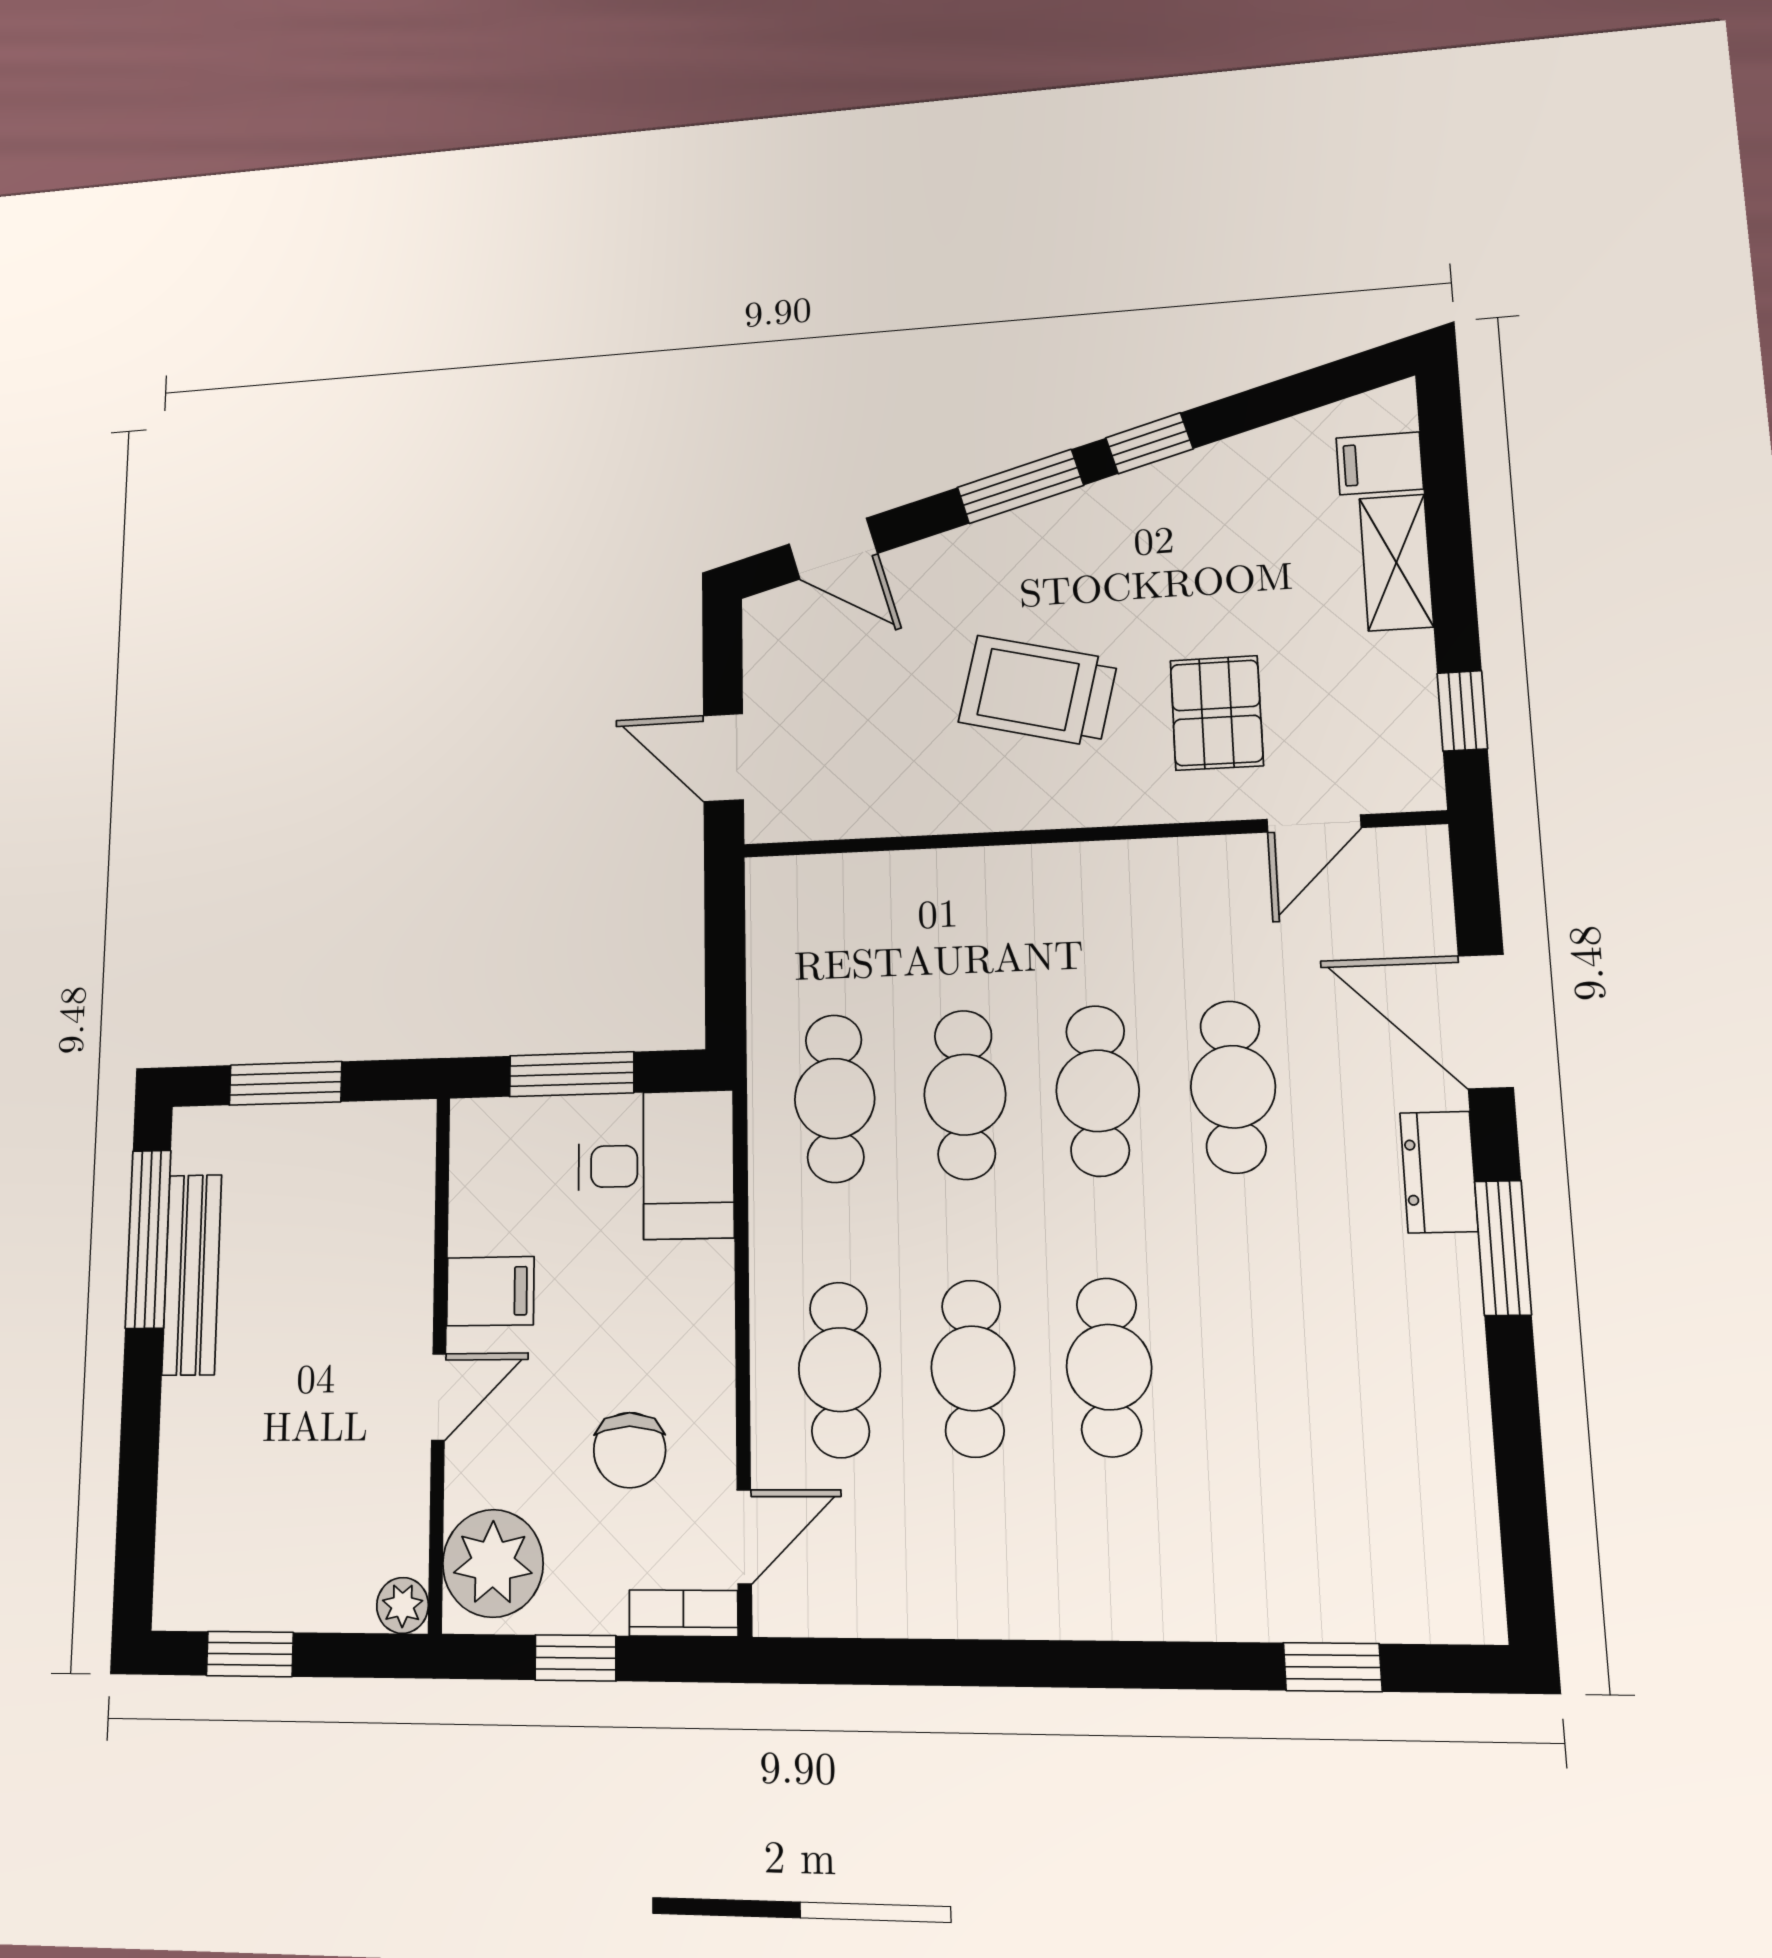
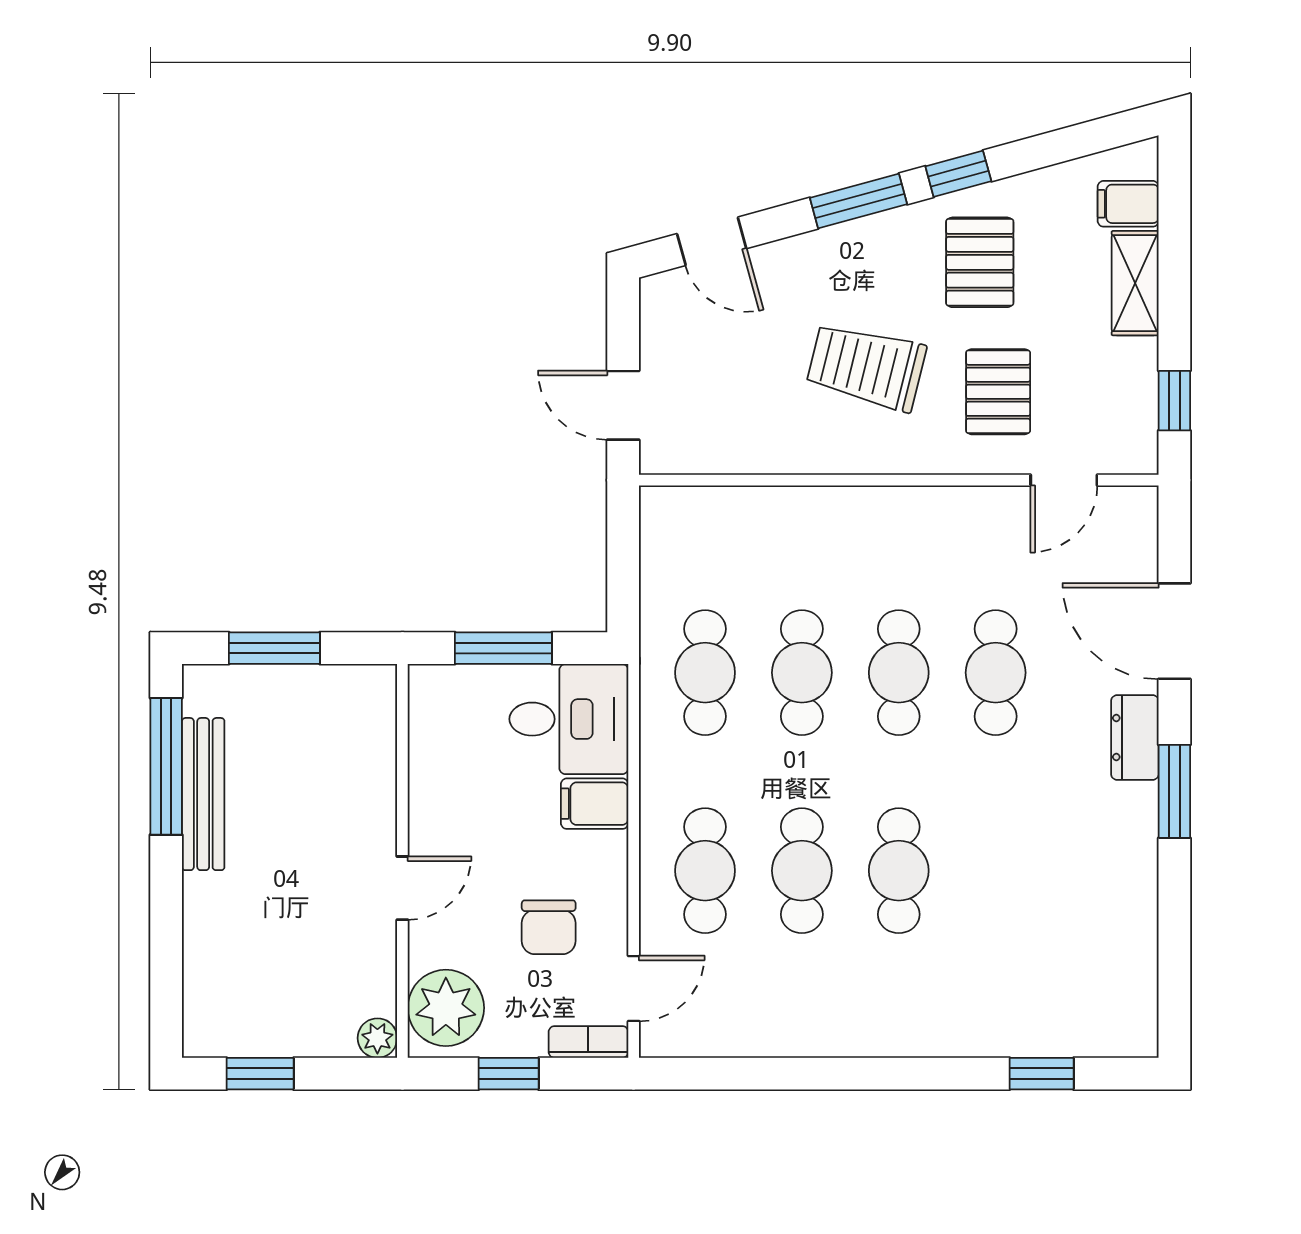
pallet: (1183, 550) -> (980, 262), added
filing cabinet: (490, 1291) -> (595, 804), moved, turned 180

